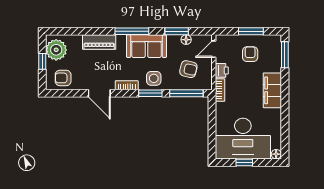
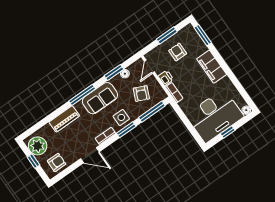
armchair: (188, 69) -> (141, 94), turned 101
armchair: (63, 78) -> (57, 163), turned 180

